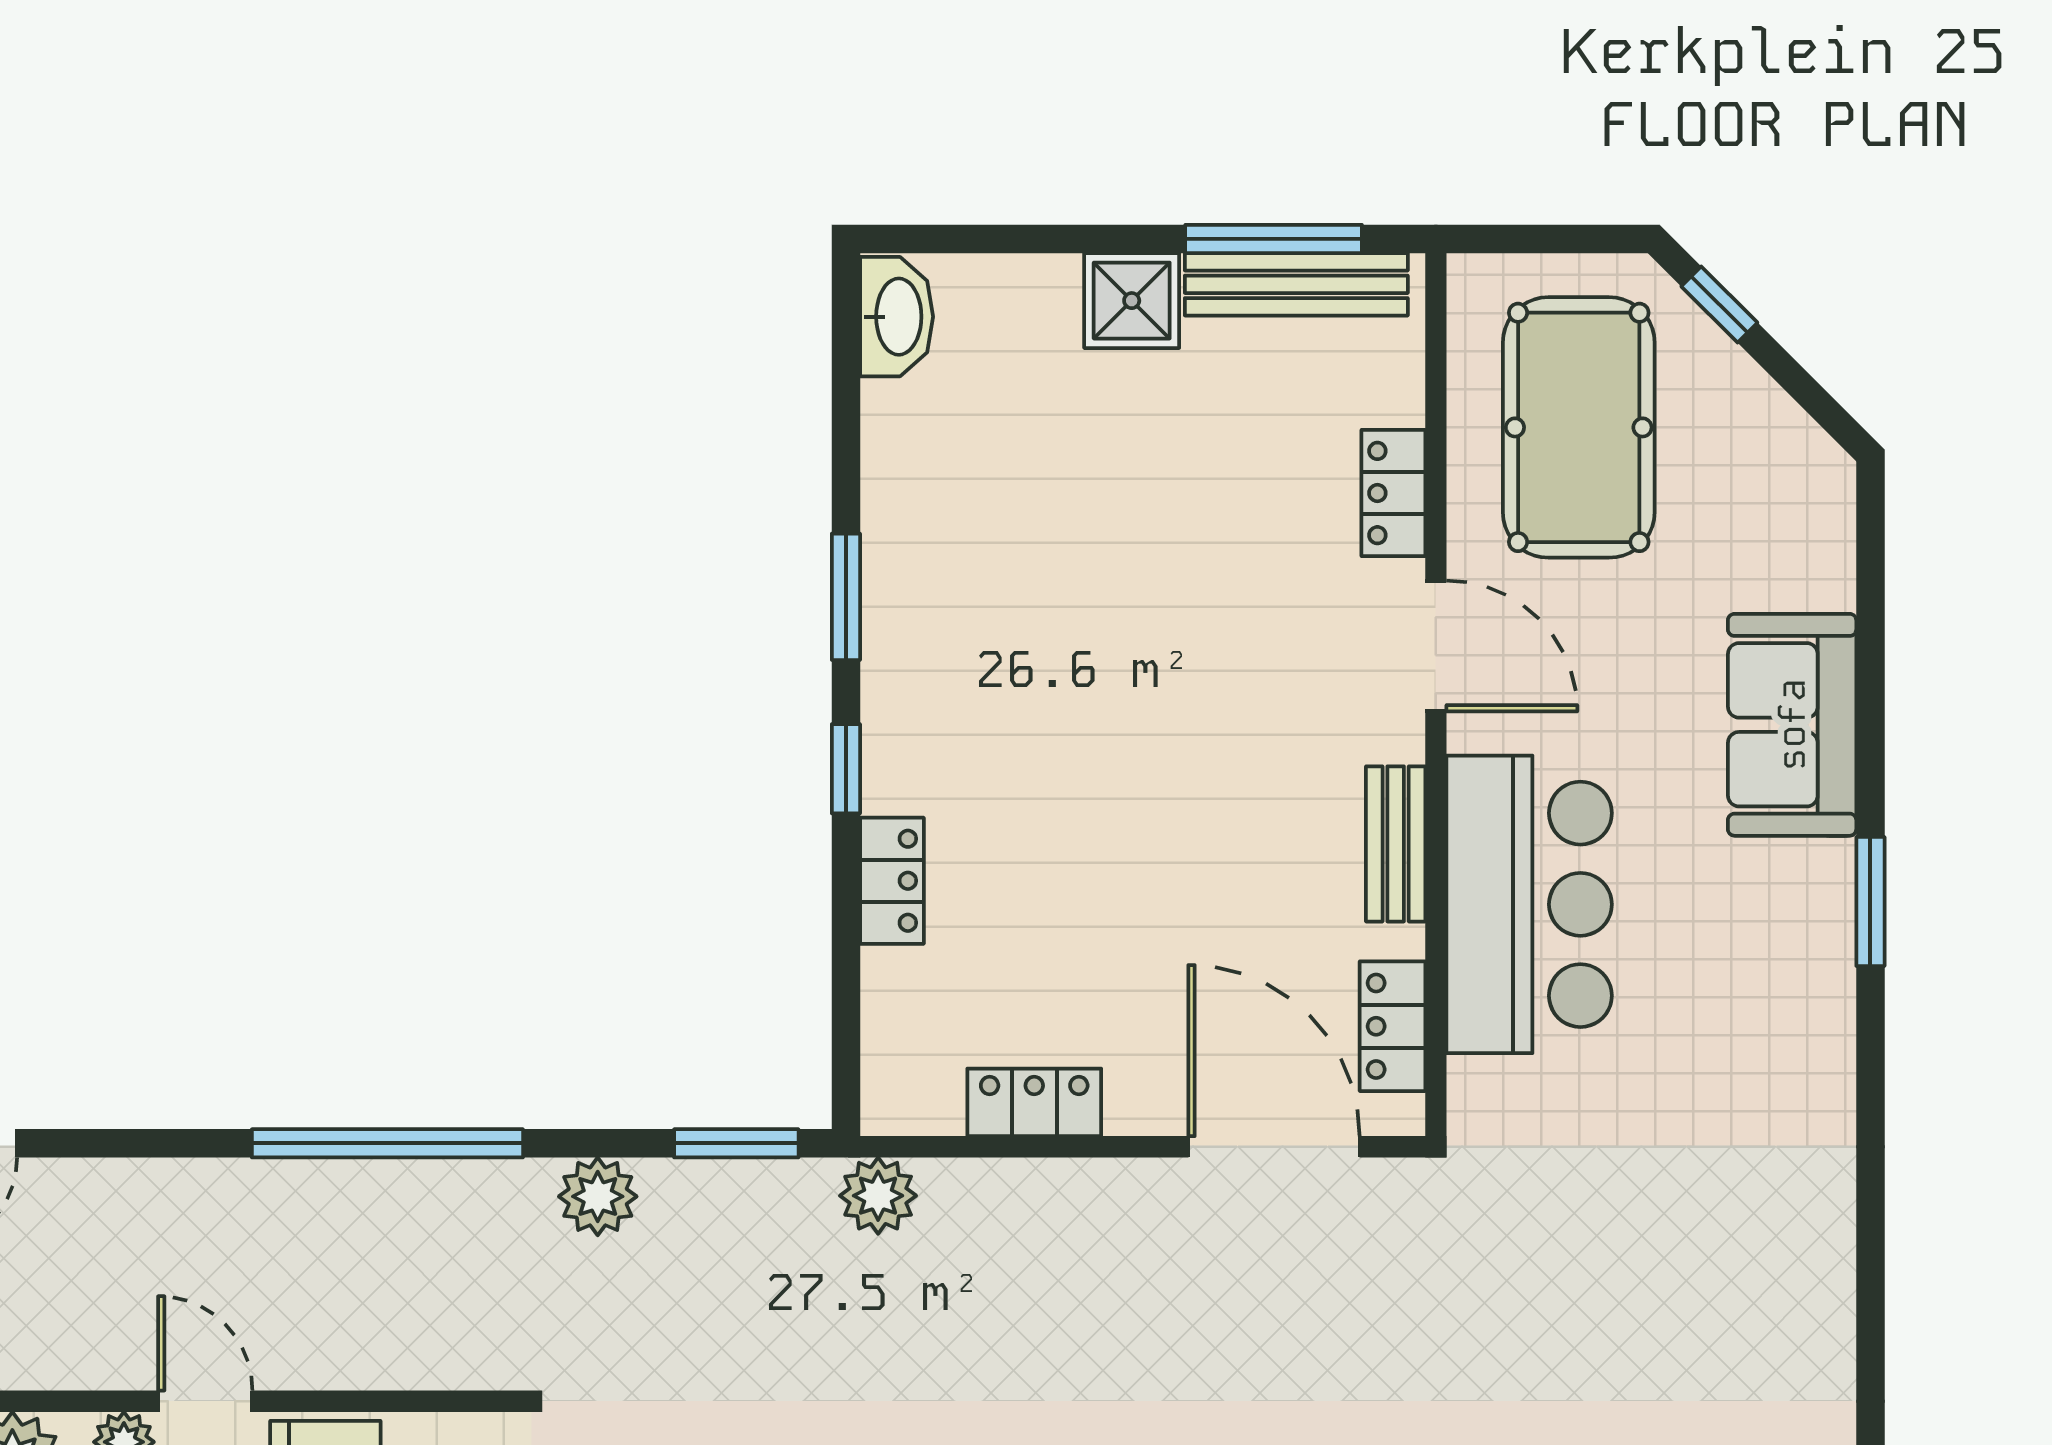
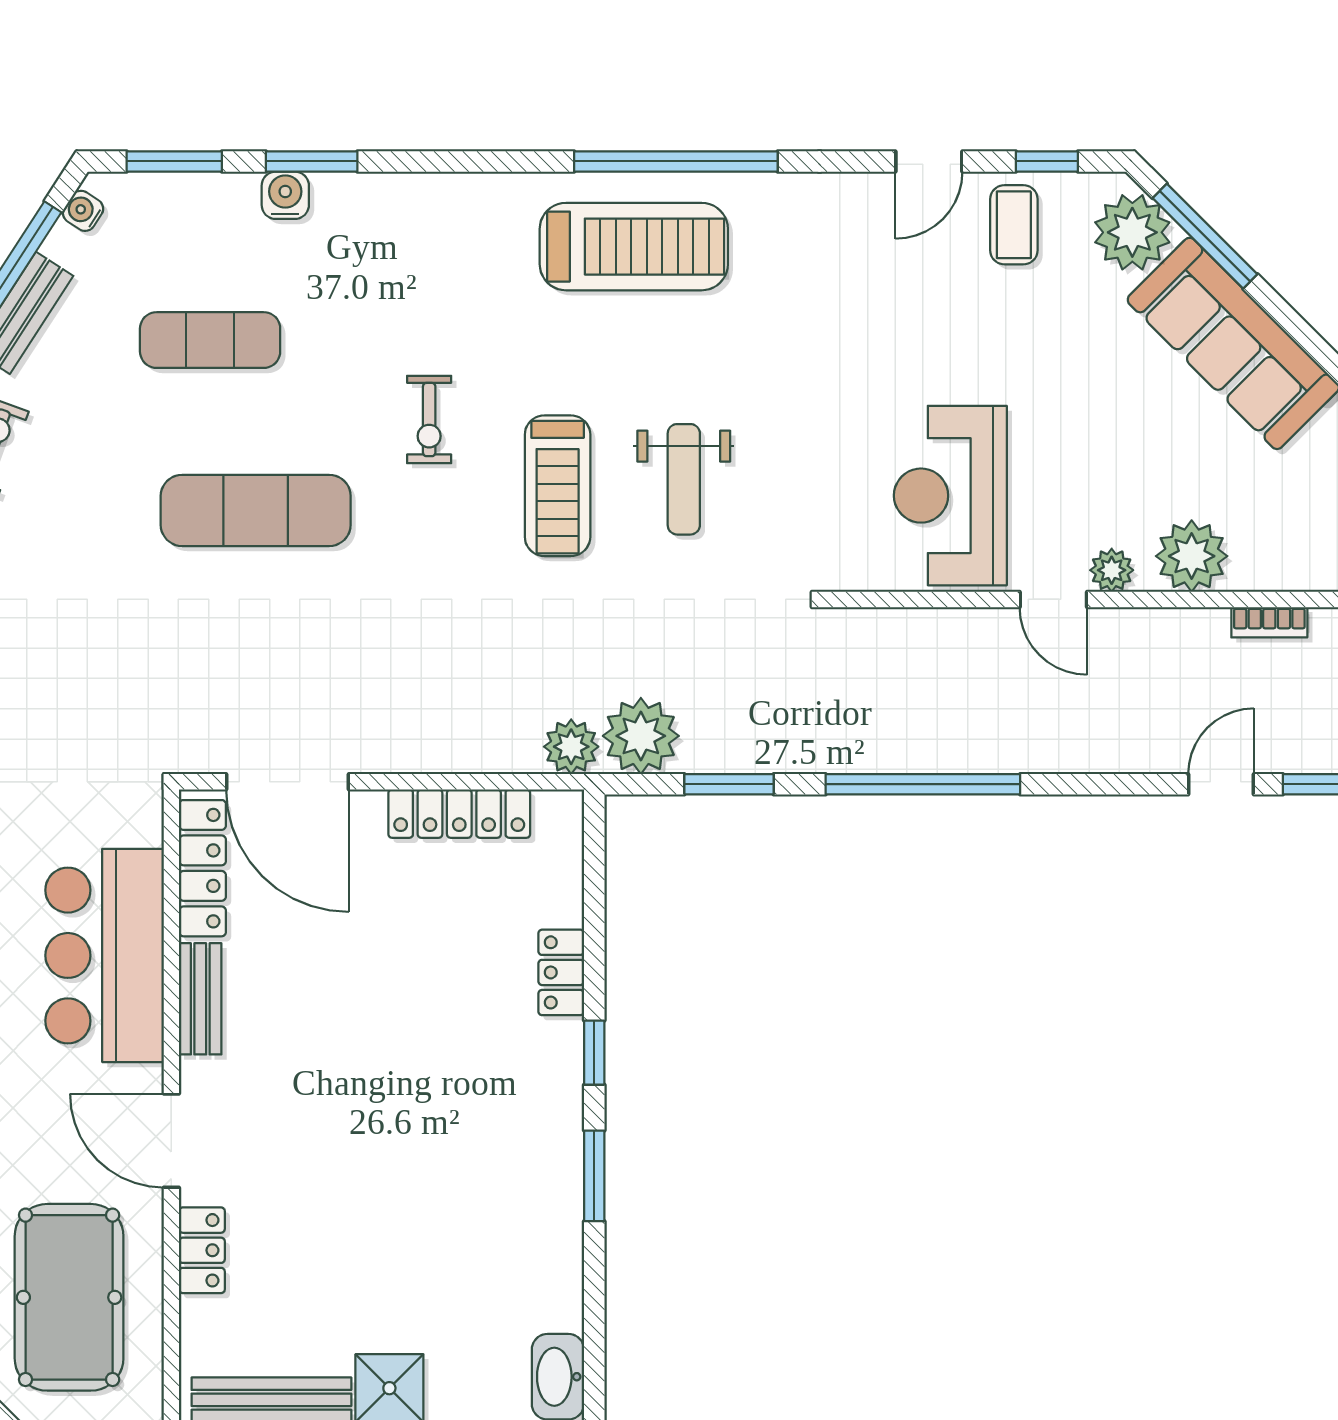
locker: (1393, 1026) -> (202, 868), width x1.53
locker: (1034, 1102) -> (459, 814), width x1.53
window: (736, 1143) -> (729, 784), moved
plant: (598, 1196) -> (641, 736), moved, width x1.36, depth x1.36

